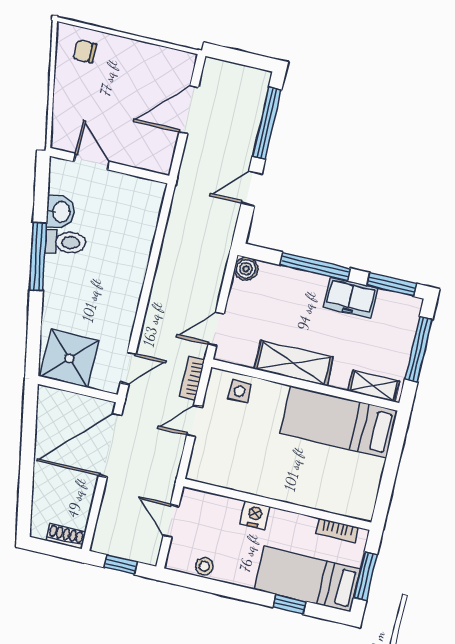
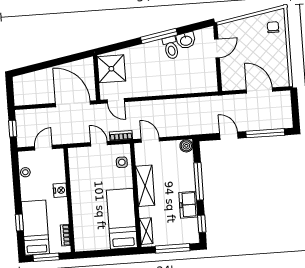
window: (391, 284) -> (202, 224), width x0.67
shoe rack: (66, 536) -> (19, 96), removed

